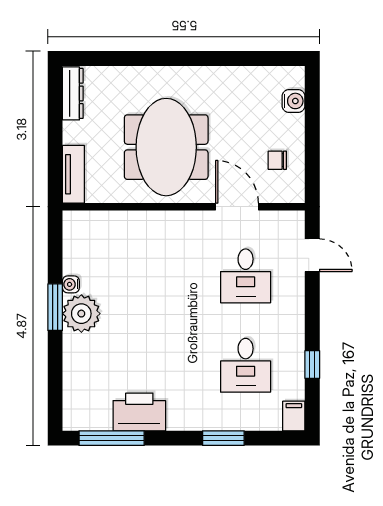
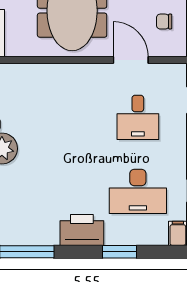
desk: (246, 365) -> (138, 191), width x1.37
printer: (139, 412) -> (82, 230), moved

